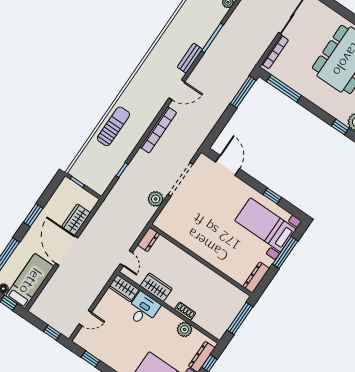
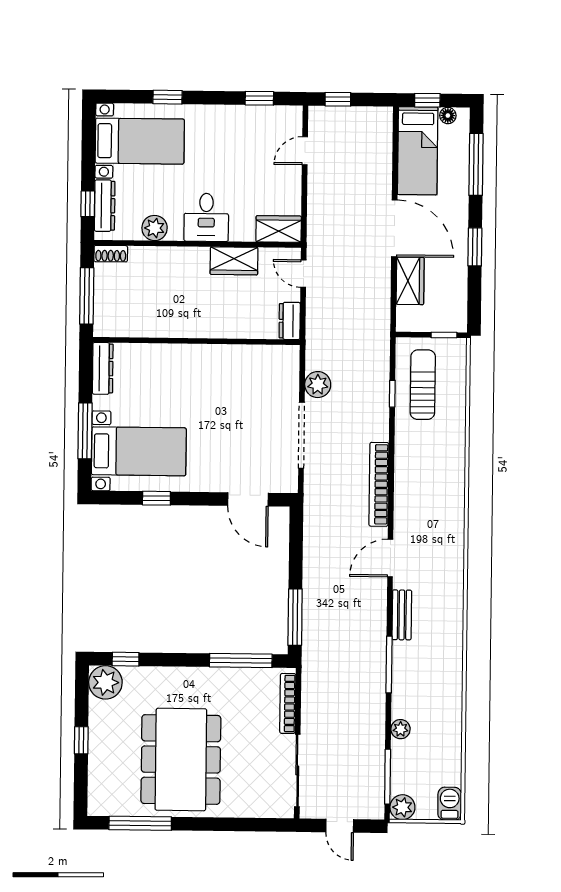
sun lounger: (113, 126) -> (423, 385), moved, turned 180
desk: (143, 309) -> (206, 217), moved
shoe rack: (185, 311) -> (111, 254), moved

